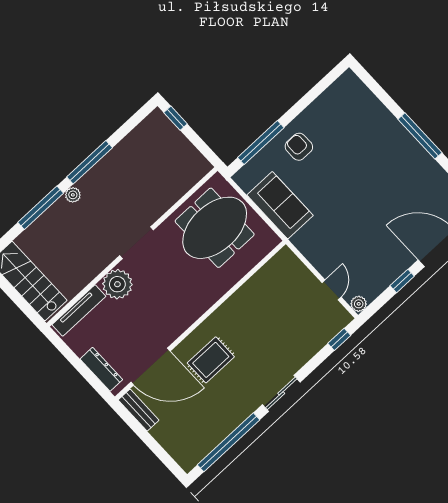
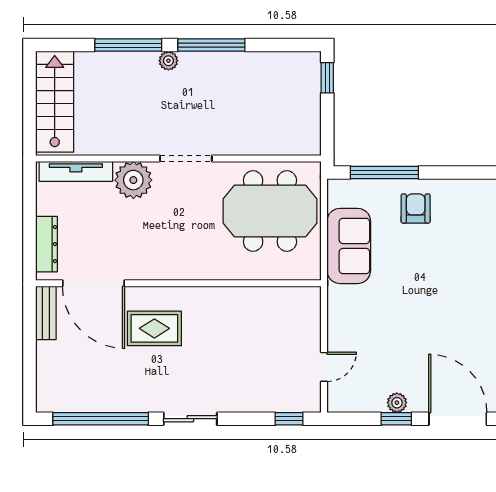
plant: (359, 304) -> (397, 403), moved

